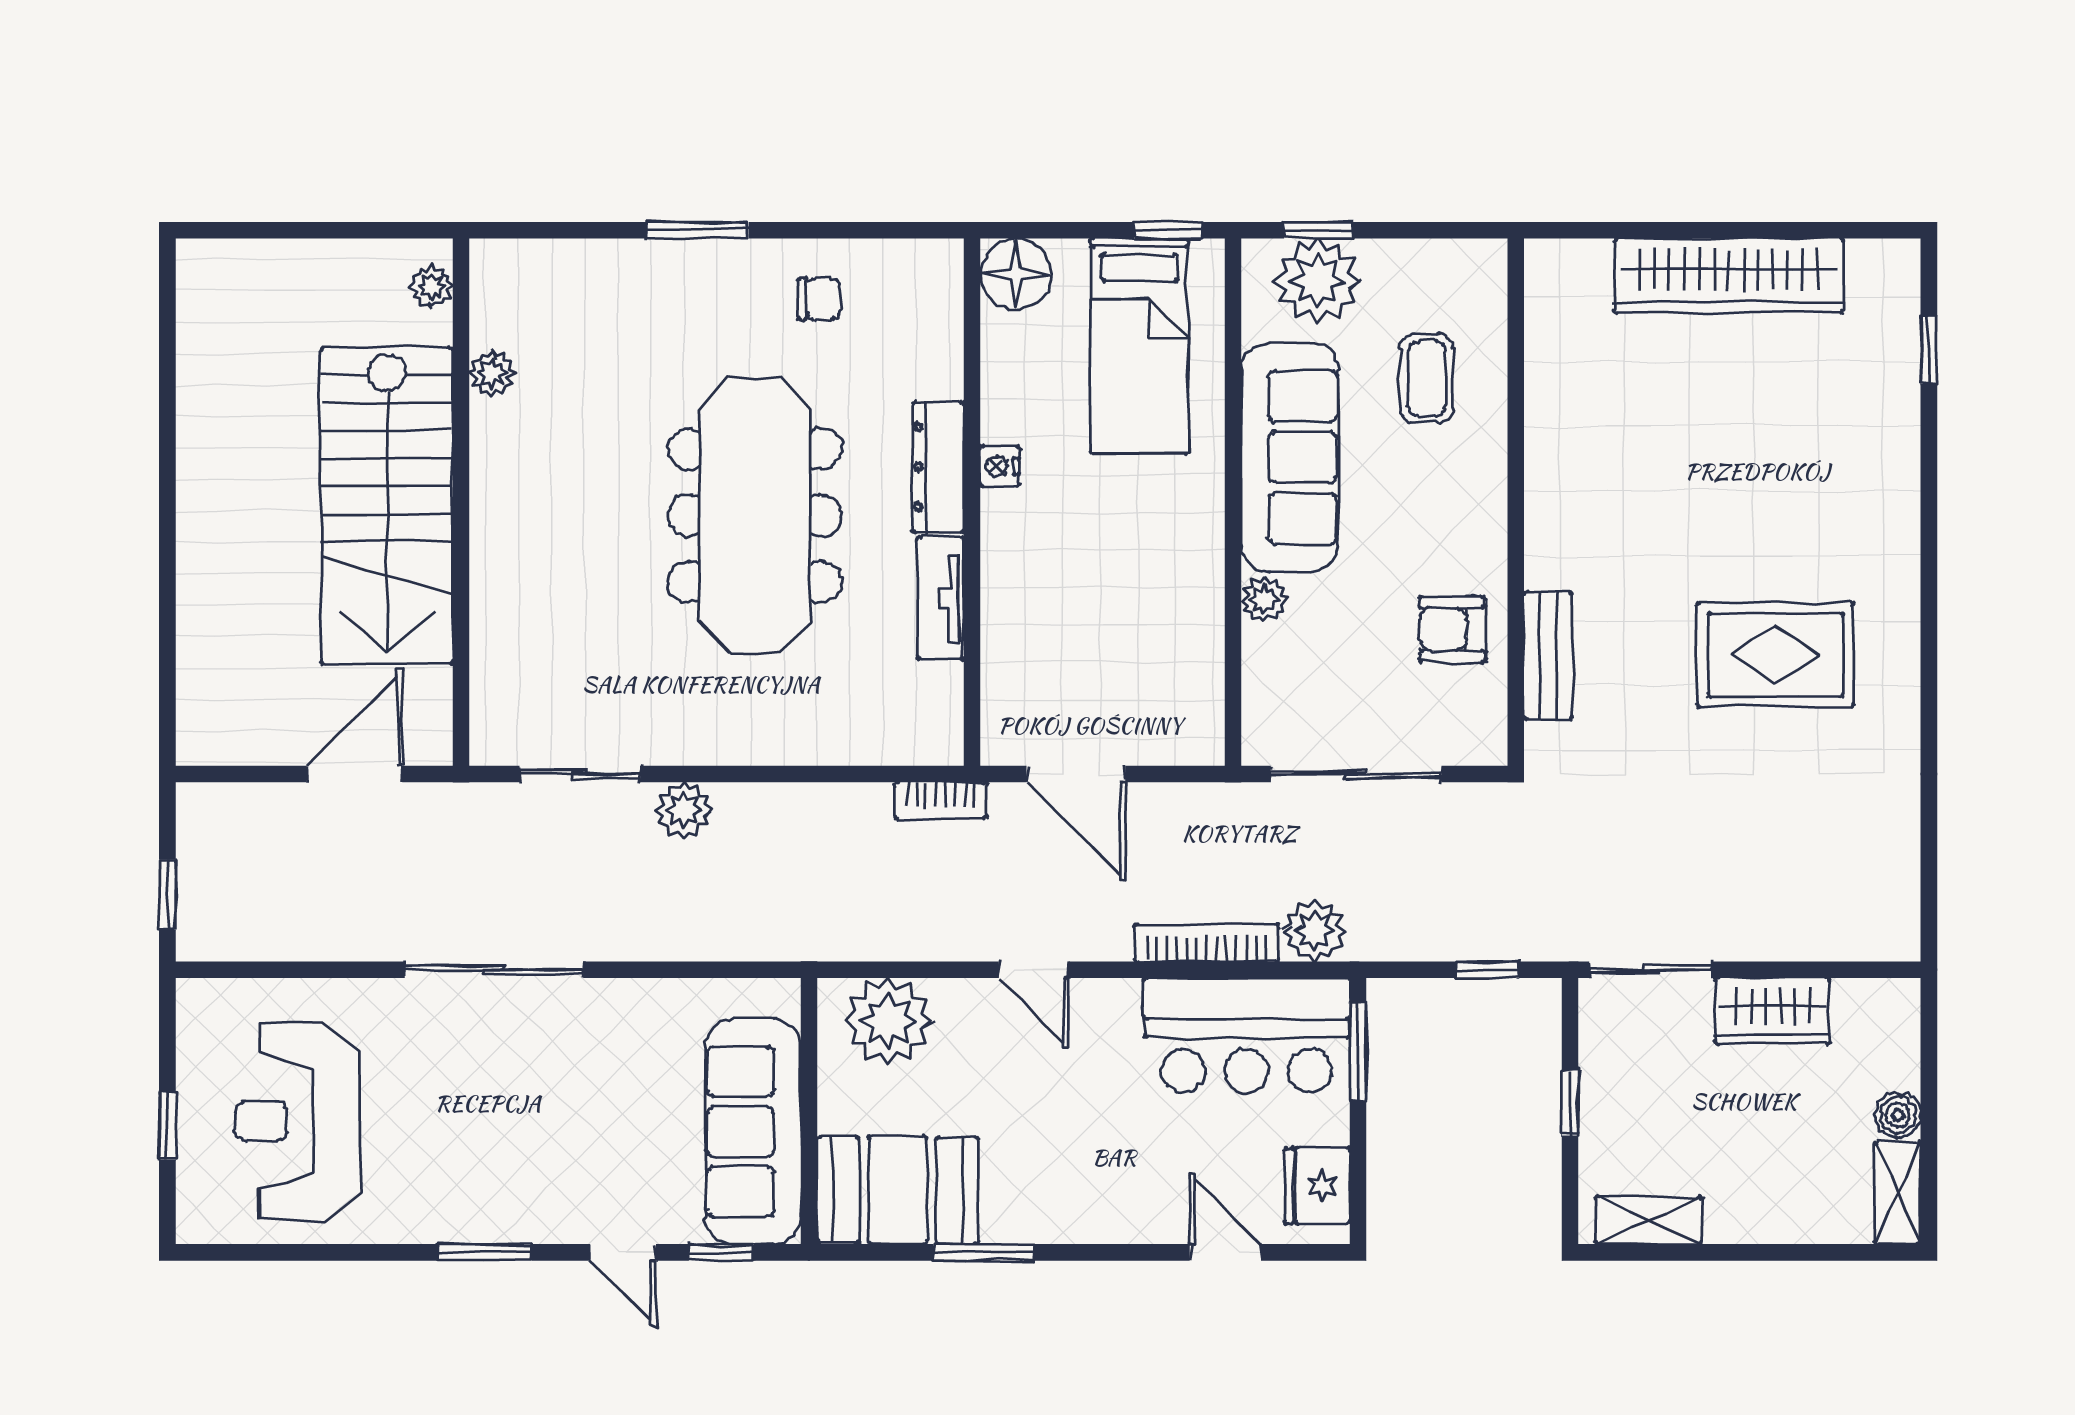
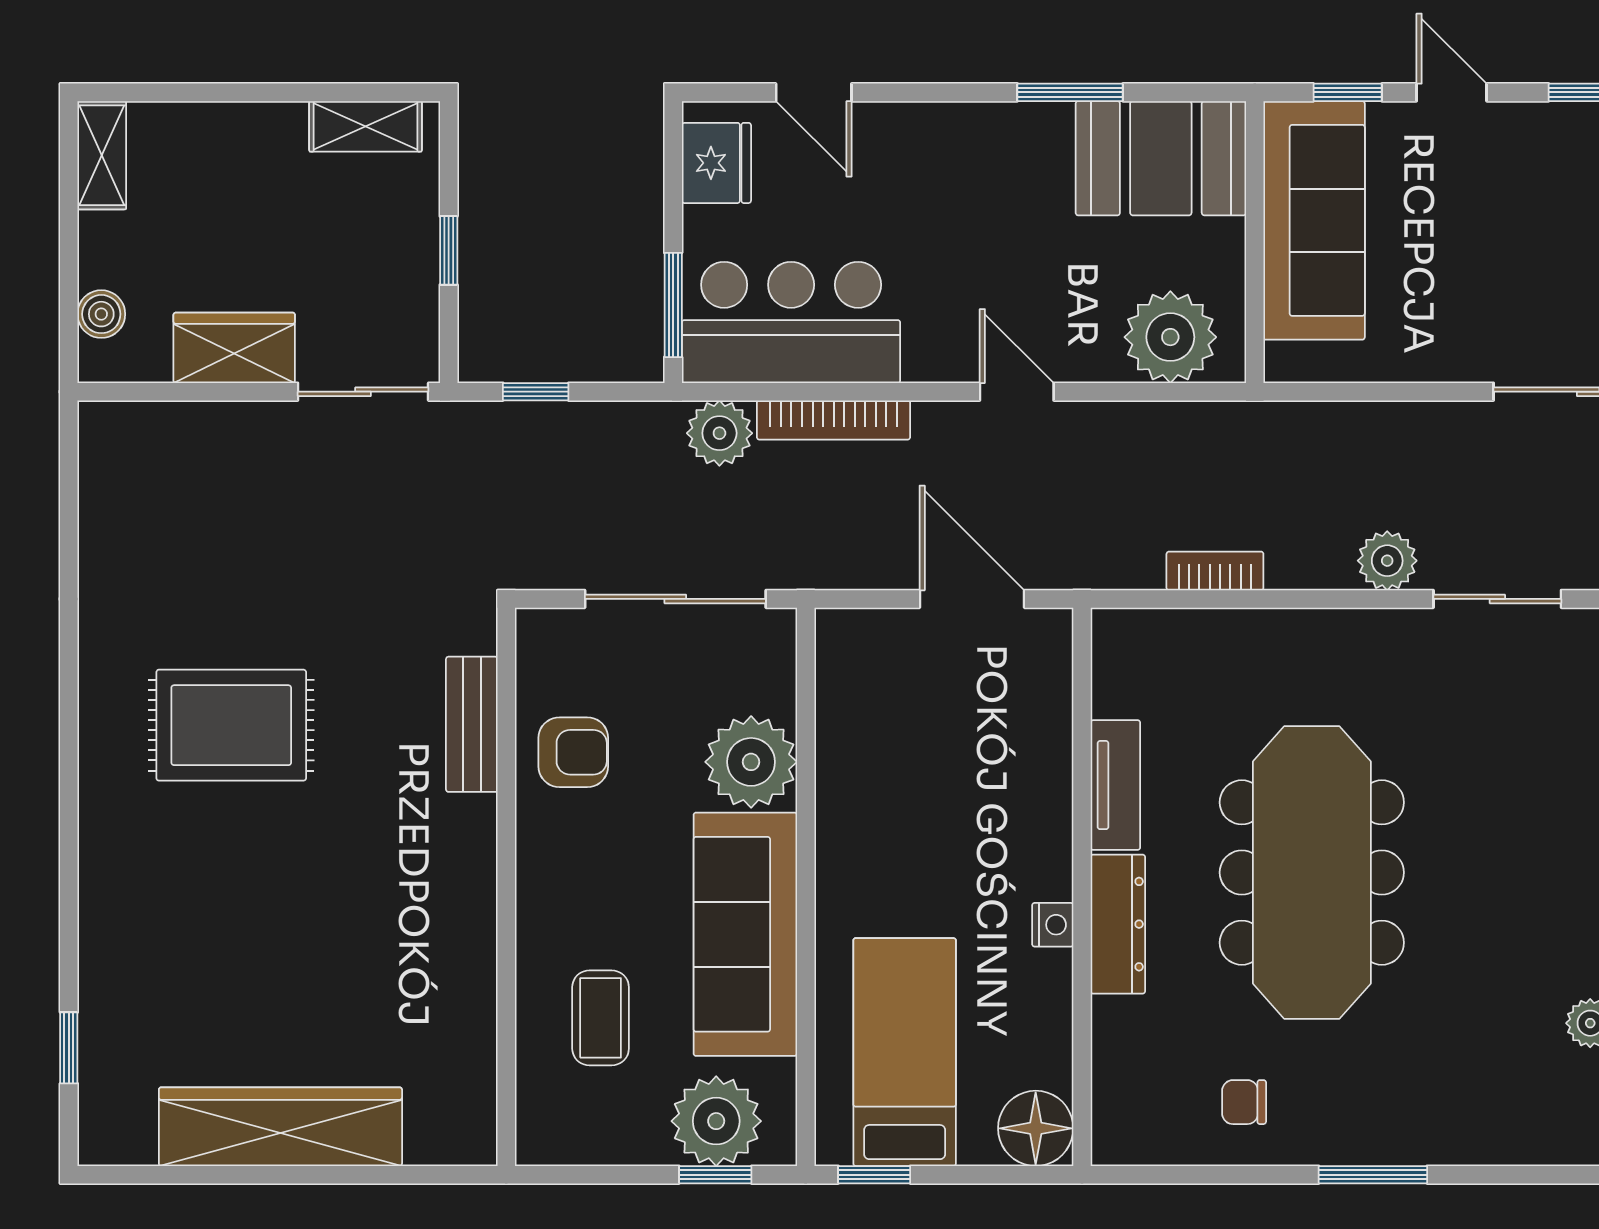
plant: (1264, 600) -> (751, 762), width x1.88, depth x1.88
bookcase: (941, 800) -> (1215, 571), moved
boiler: (1898, 1115) -> (101, 314), moved

